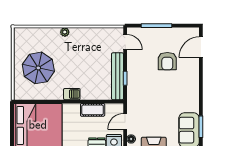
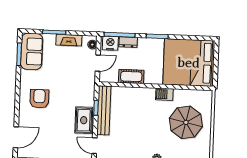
armchair: (167, 61) -> (39, 99), moved
rug: (136, 66) -> (84, 120), added
barbecue: (72, 94) -> (164, 94), moved

